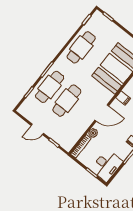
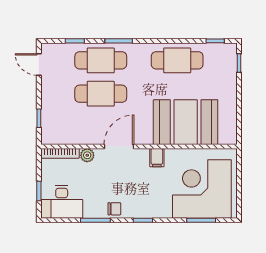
door: (102, 113) -> (119, 147), swing flipped
door: (37, 129) -> (39, 65), moved

